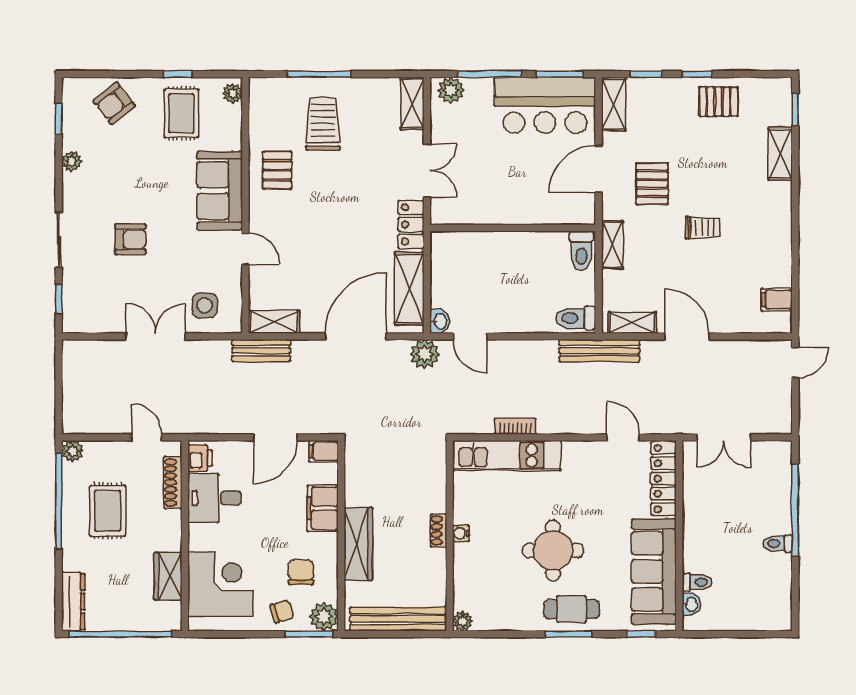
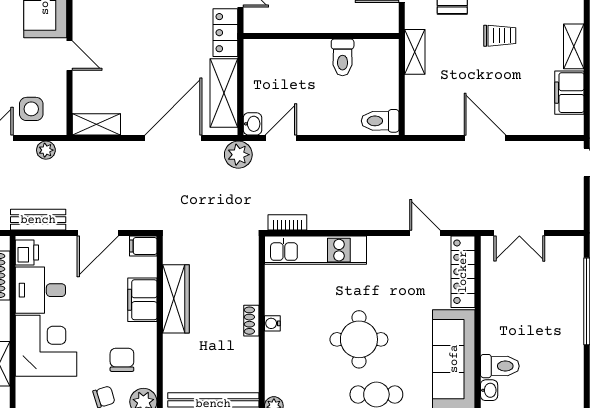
toilet: (581, 251) -> (343, 57), moved
filing cabinet: (777, 300) -> (569, 93), width x2.00
shelving: (632, 323) -> (574, 46), moved, turned 90
door: (470, 336) -> (281, 138), swing flipped
plant: (220, 349) -> (46, 150), added
bench: (261, 351) -> (38, 220), moved
bench: (599, 351) -> (403, 151), removed
bookcase: (515, 426) -> (287, 222), moved
toilet: (778, 543) -> (570, 333), removed
wardrobe: (358, 544) -> (176, 299), moved
toilet: (697, 582) -> (500, 366), width x1.37, depth x1.39
corner desk: (220, 584) -> (46, 346), moved

